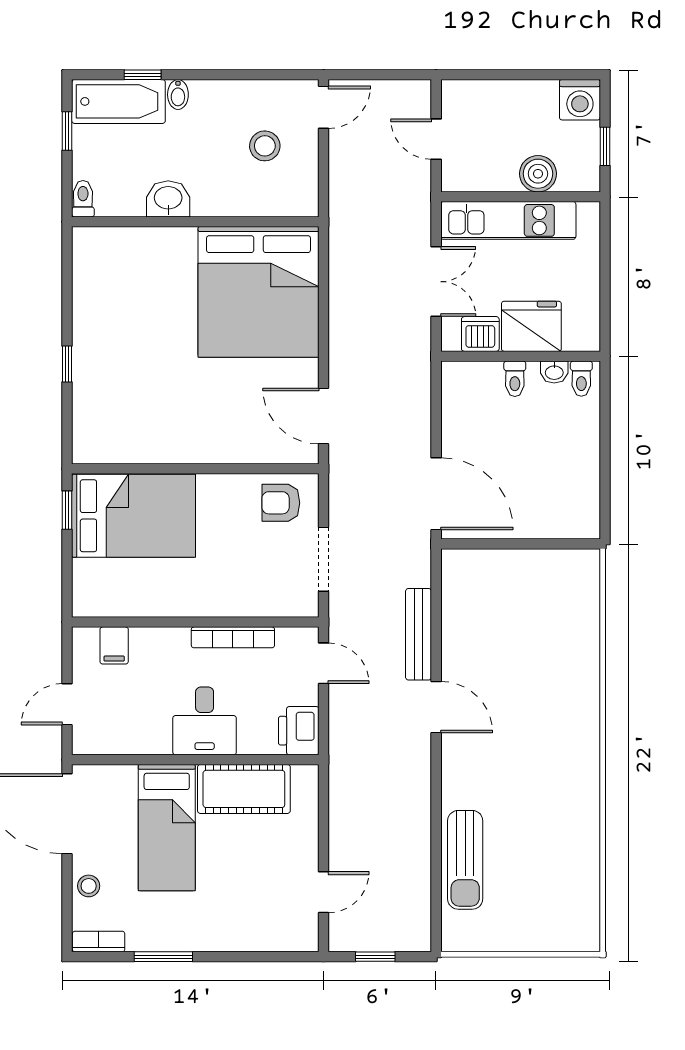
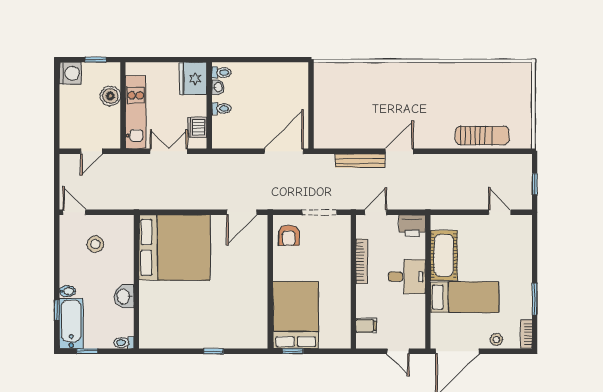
fridge: (531, 326) -> (193, 78), moved

